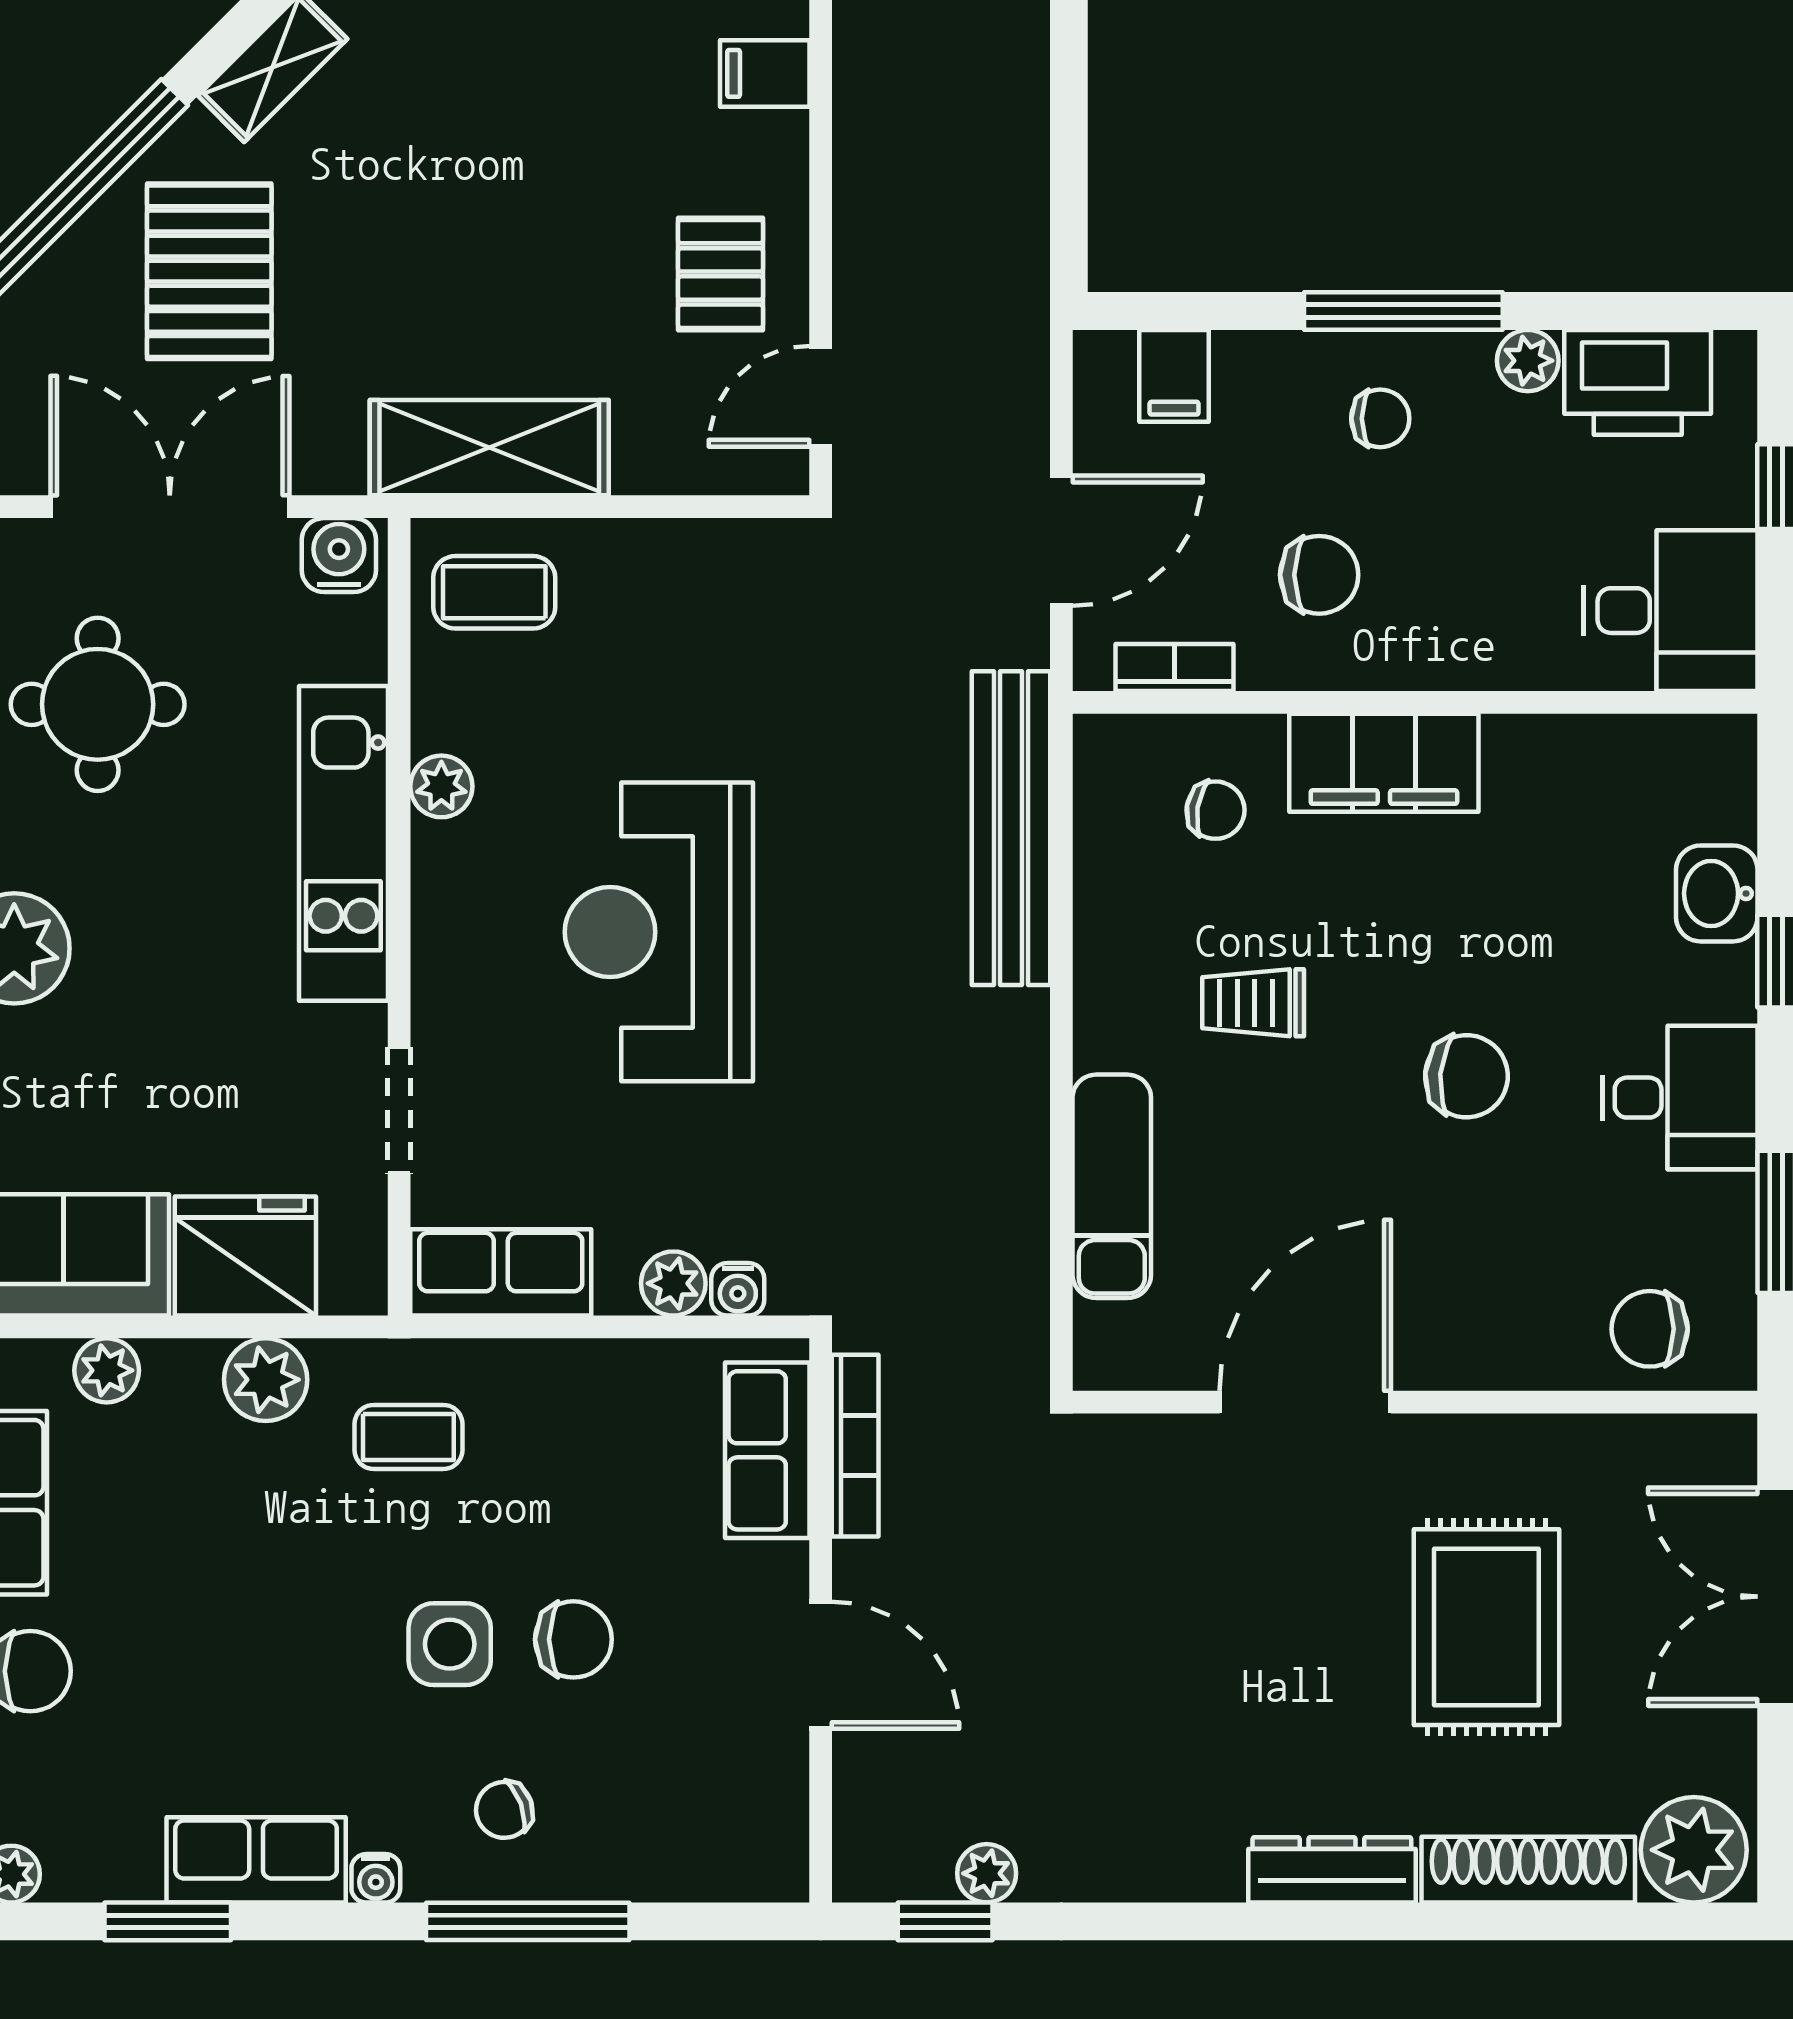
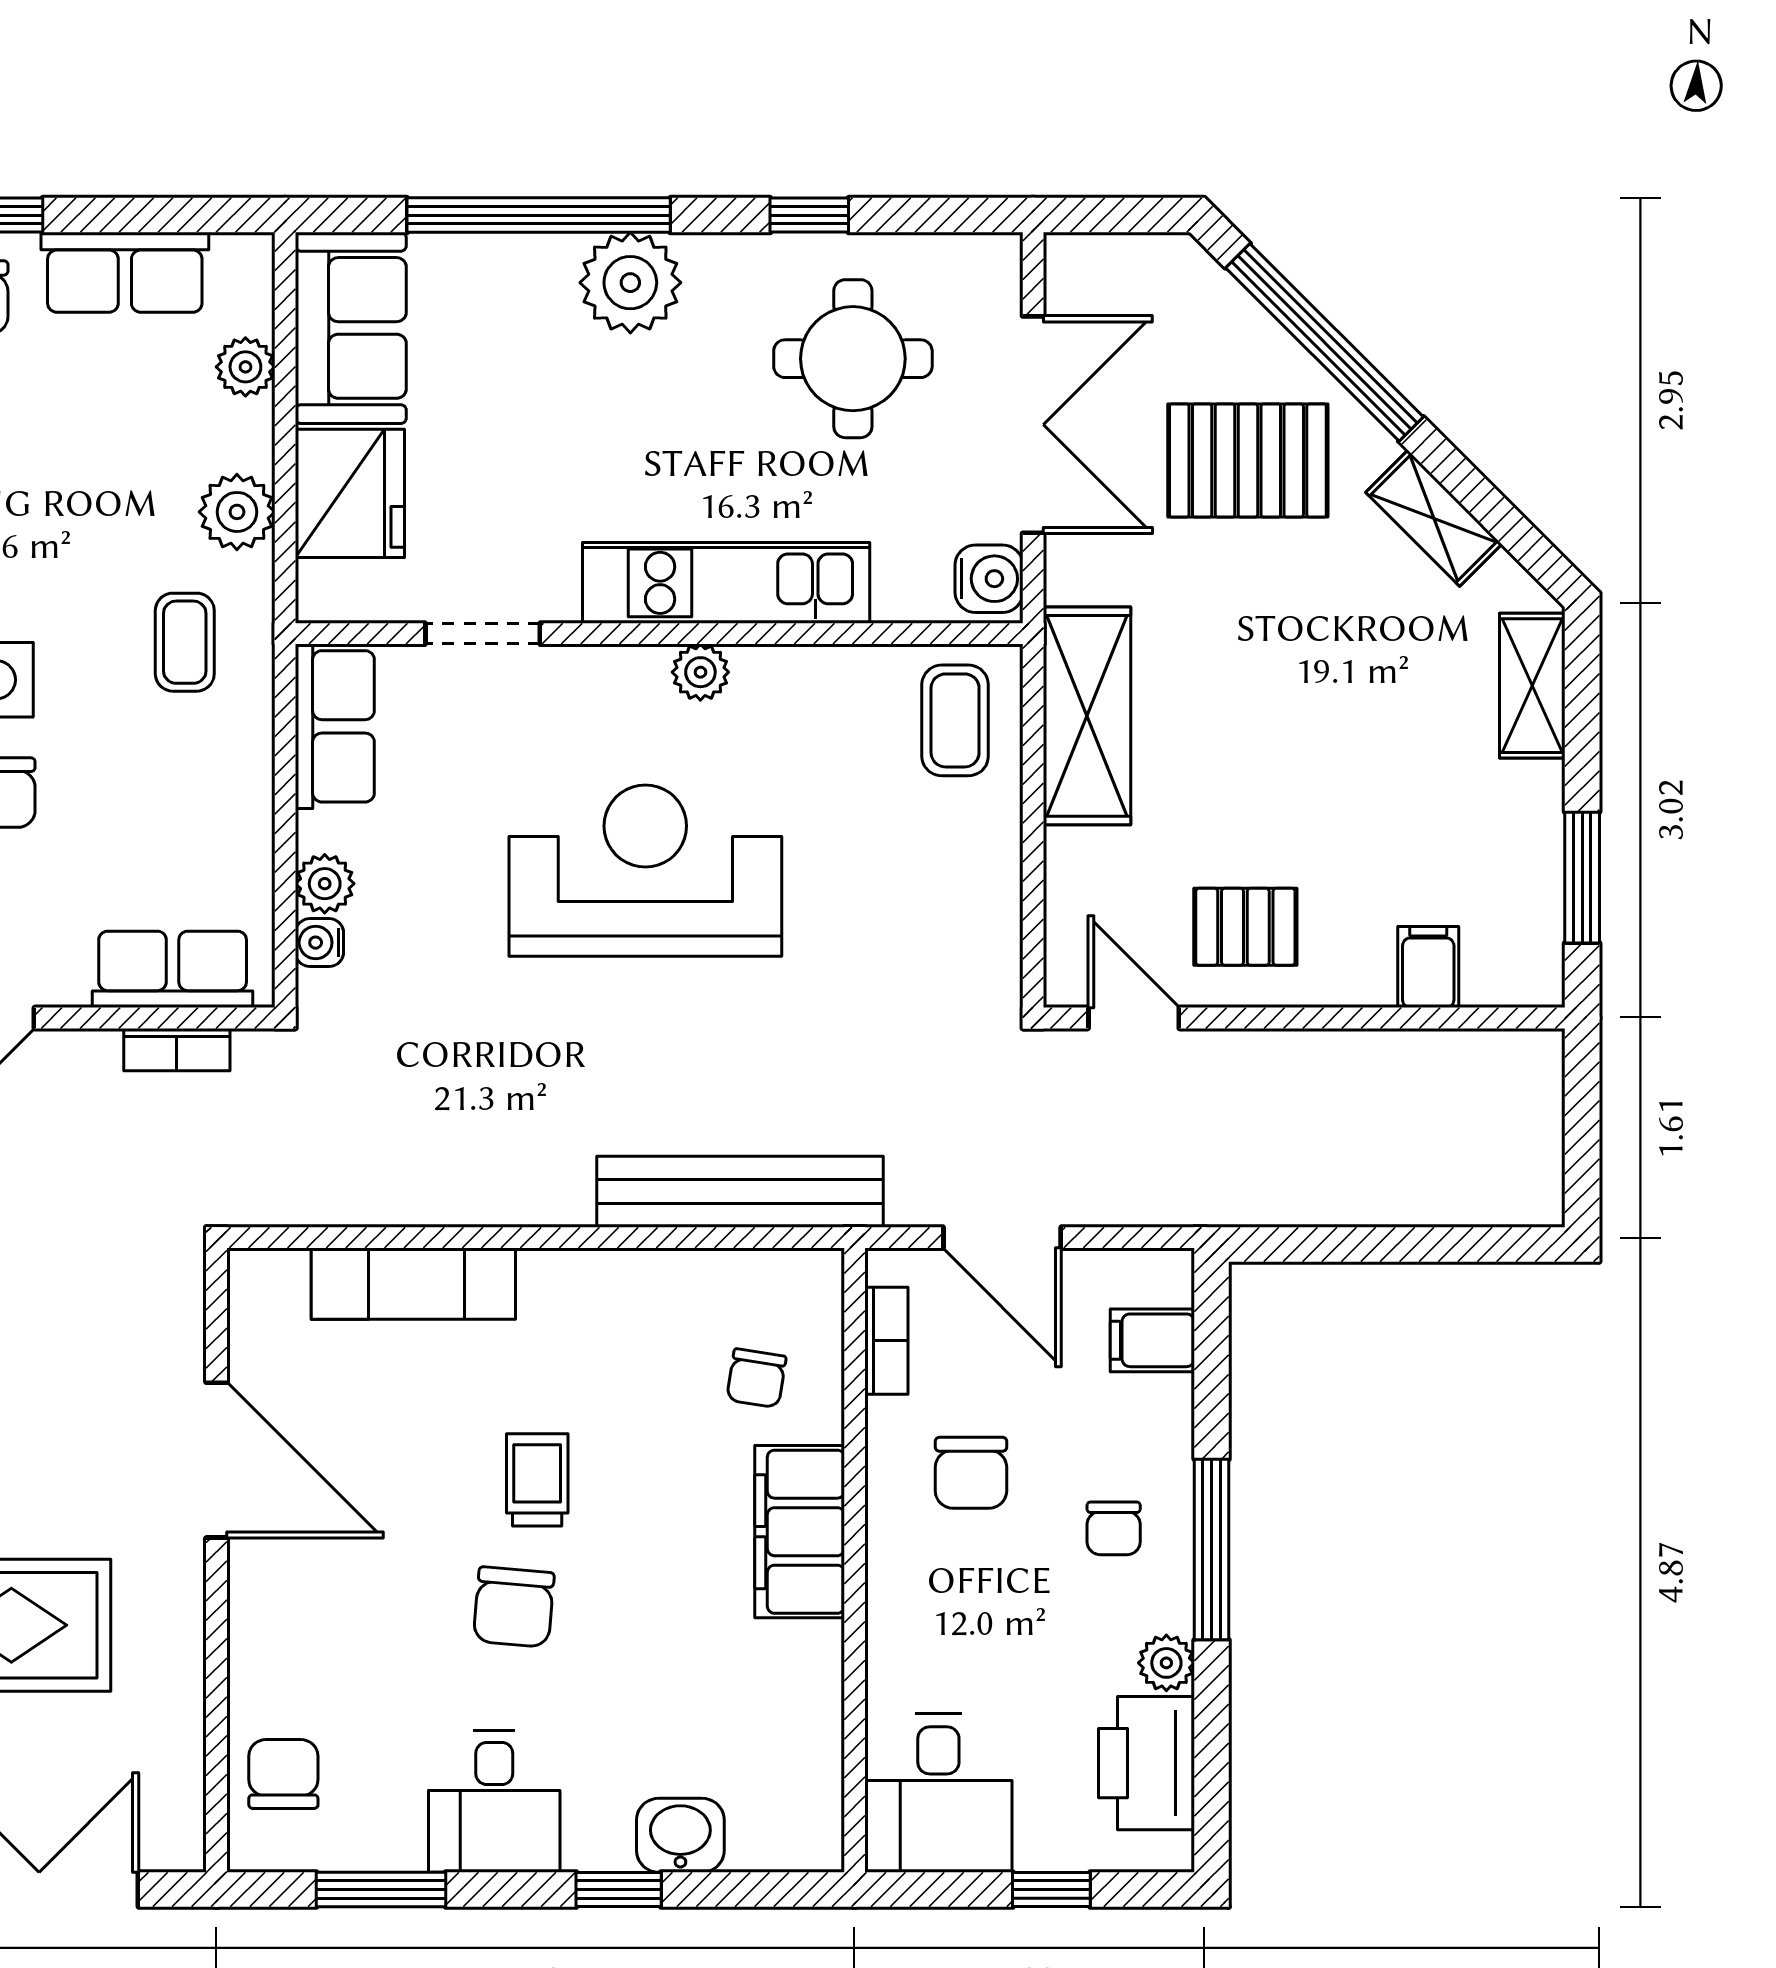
plant: (441, 786) -> (700, 672), moved
trolley: (1253, 1003) -> (537, 1480), moved
bookcase: (855, 1446) -> (177, 1050), width x0.64

